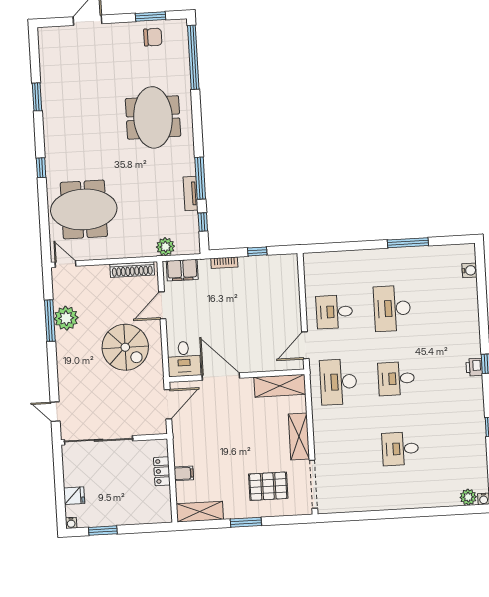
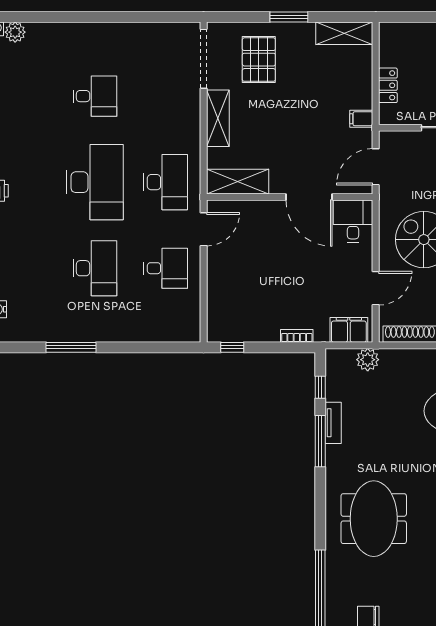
window: (257, 251) -> (232, 347), moved
desk: (396, 379) -> (95, 182), width x1.87, depth x1.30
filing cabinet: (184, 473) -> (361, 119), moved
pallet: (268, 486) -> (259, 60), turned 90

